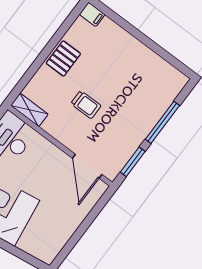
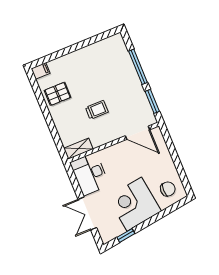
pallet: (63, 58) -> (58, 94), moved, turned 90
chair: (44, 238) -> (168, 189), added

